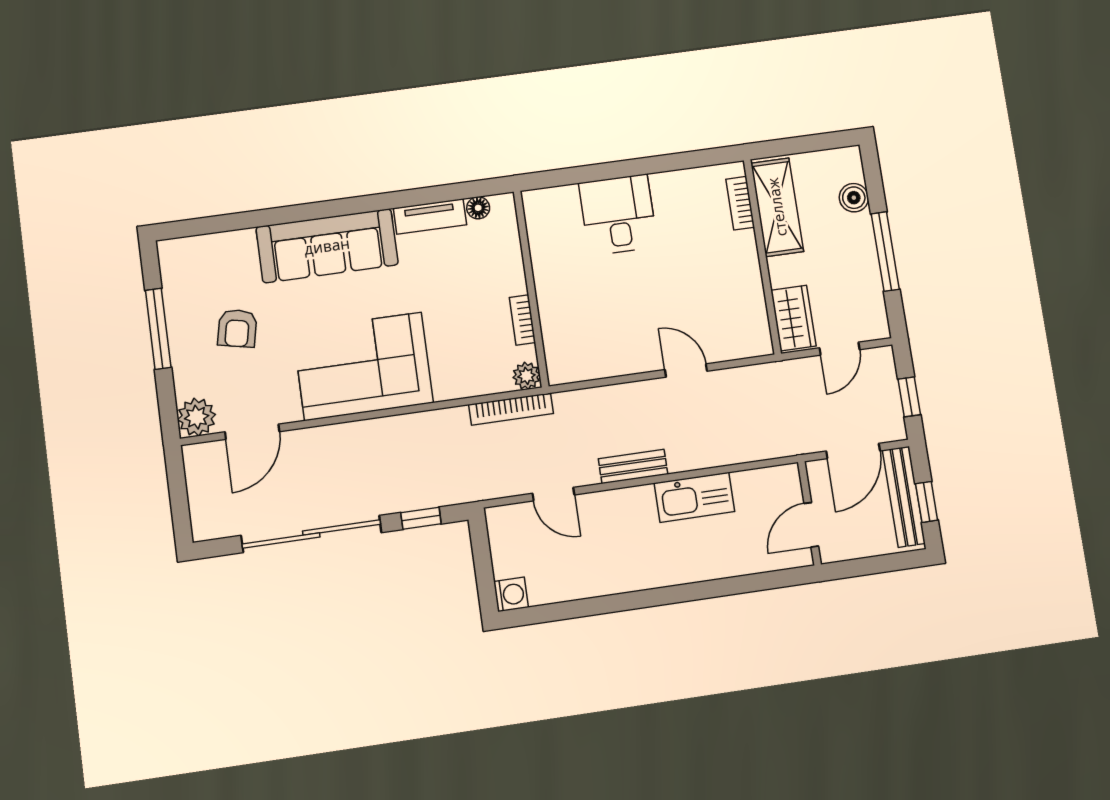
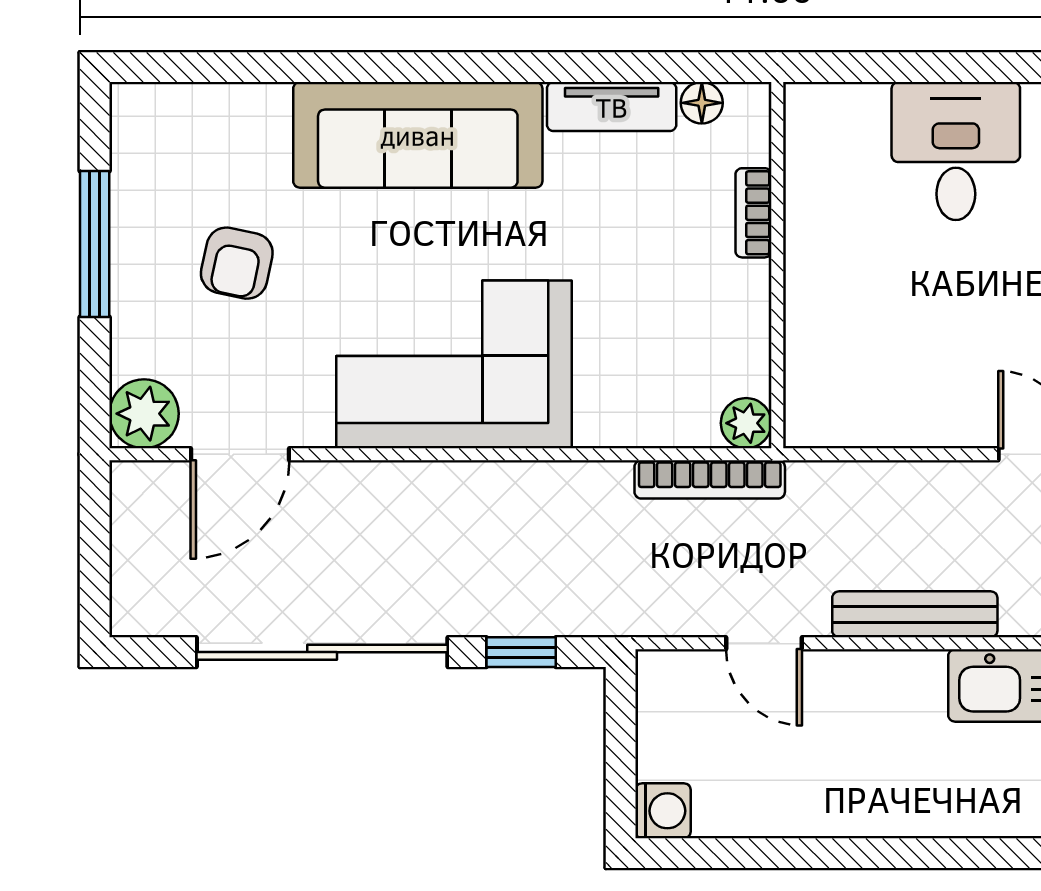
bookcase: (522, 320) -> (753, 213), moved
bench: (633, 467) -> (915, 614), width x1.36

